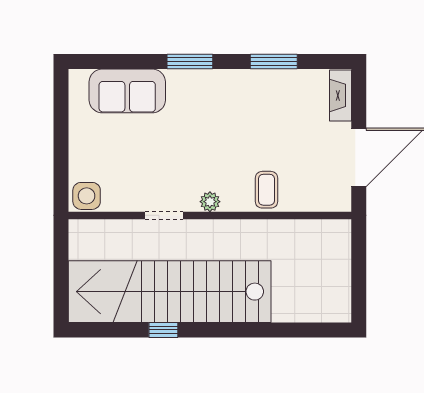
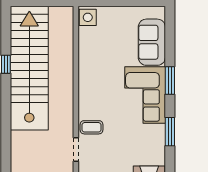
corner sofa: (214, 102) -> (145, 95), added
plant: (210, 202) -> (84, 93), removed
doorway: (164, 215) -> (76, 150), moved

